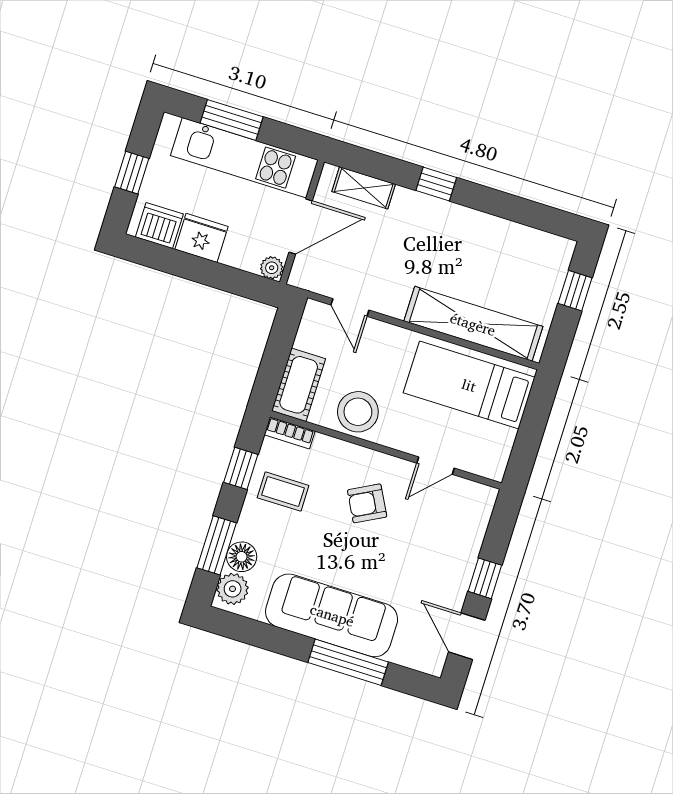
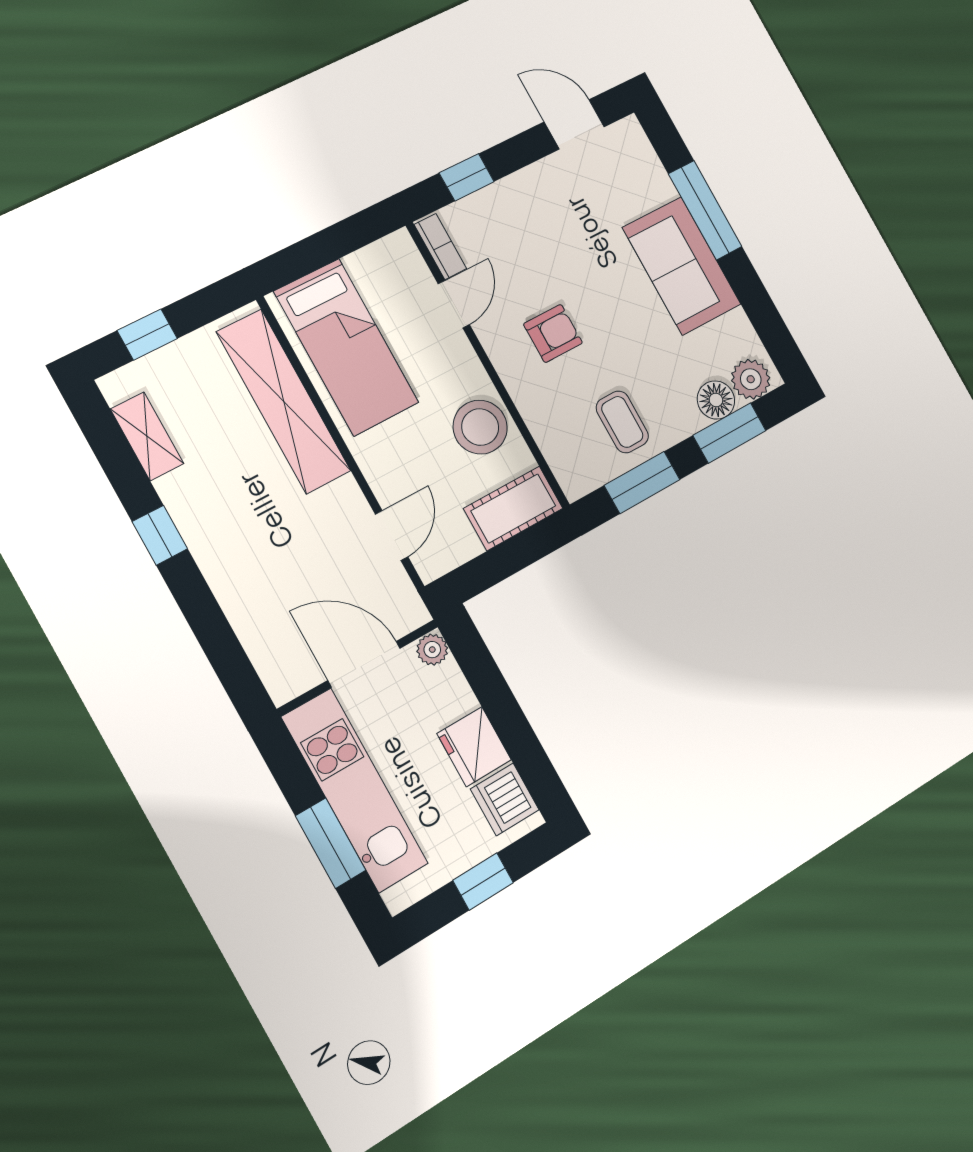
window: (436, 184) -> (160, 535), moved
shelving: (364, 188) -> (147, 436), moved
bookcase: (290, 433) -> (440, 247), moved
door: (435, 466) -> (454, 304), hinge flipped
window: (241, 468) -> (642, 482), width x1.50
armchair: (367, 503) -> (553, 333), turned -62
window: (485, 578) -> (467, 177), moved
sofa: (332, 615) -> (682, 266), width x0.73
door: (467, 636) -> (574, 124), swing flipped

